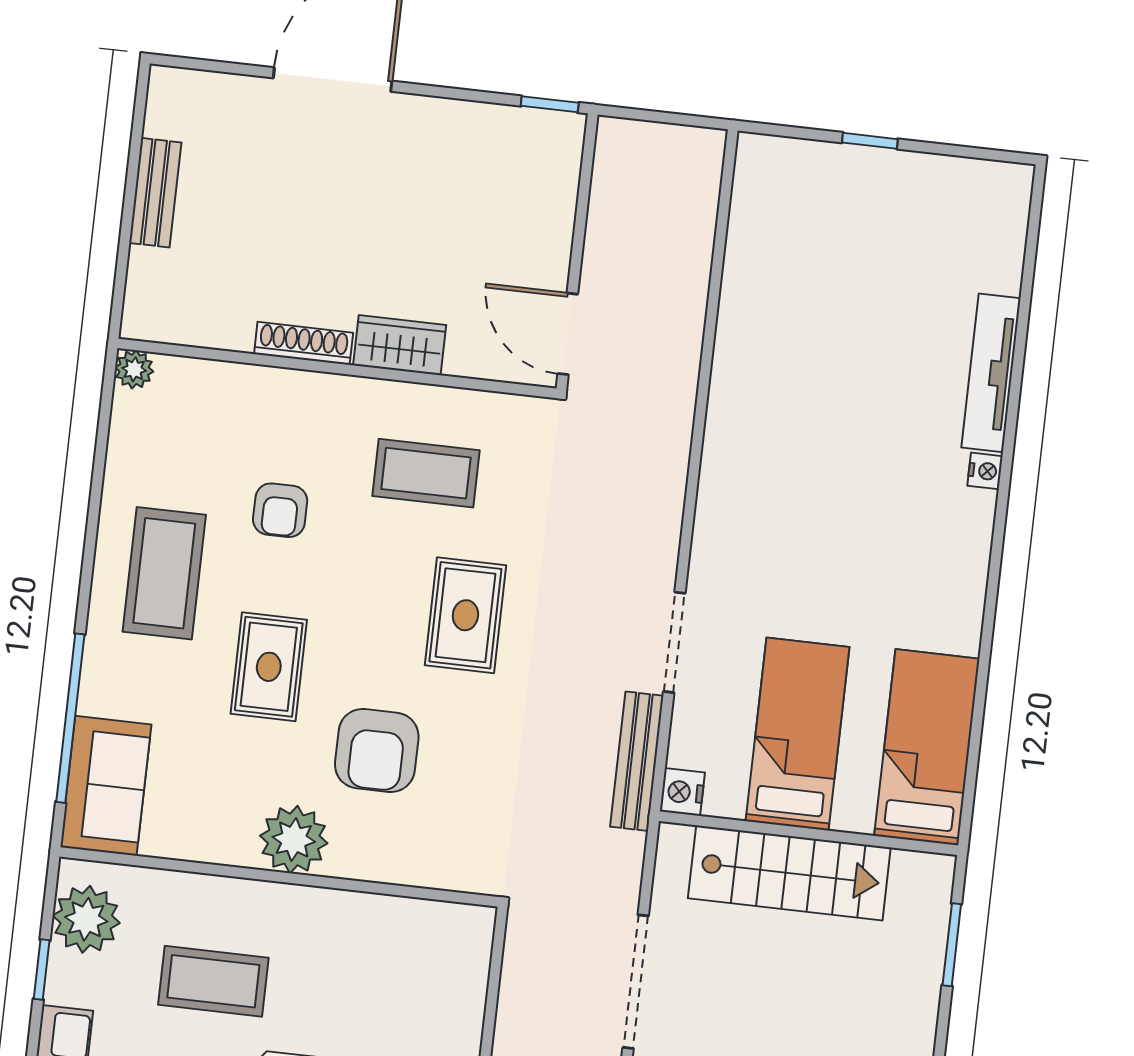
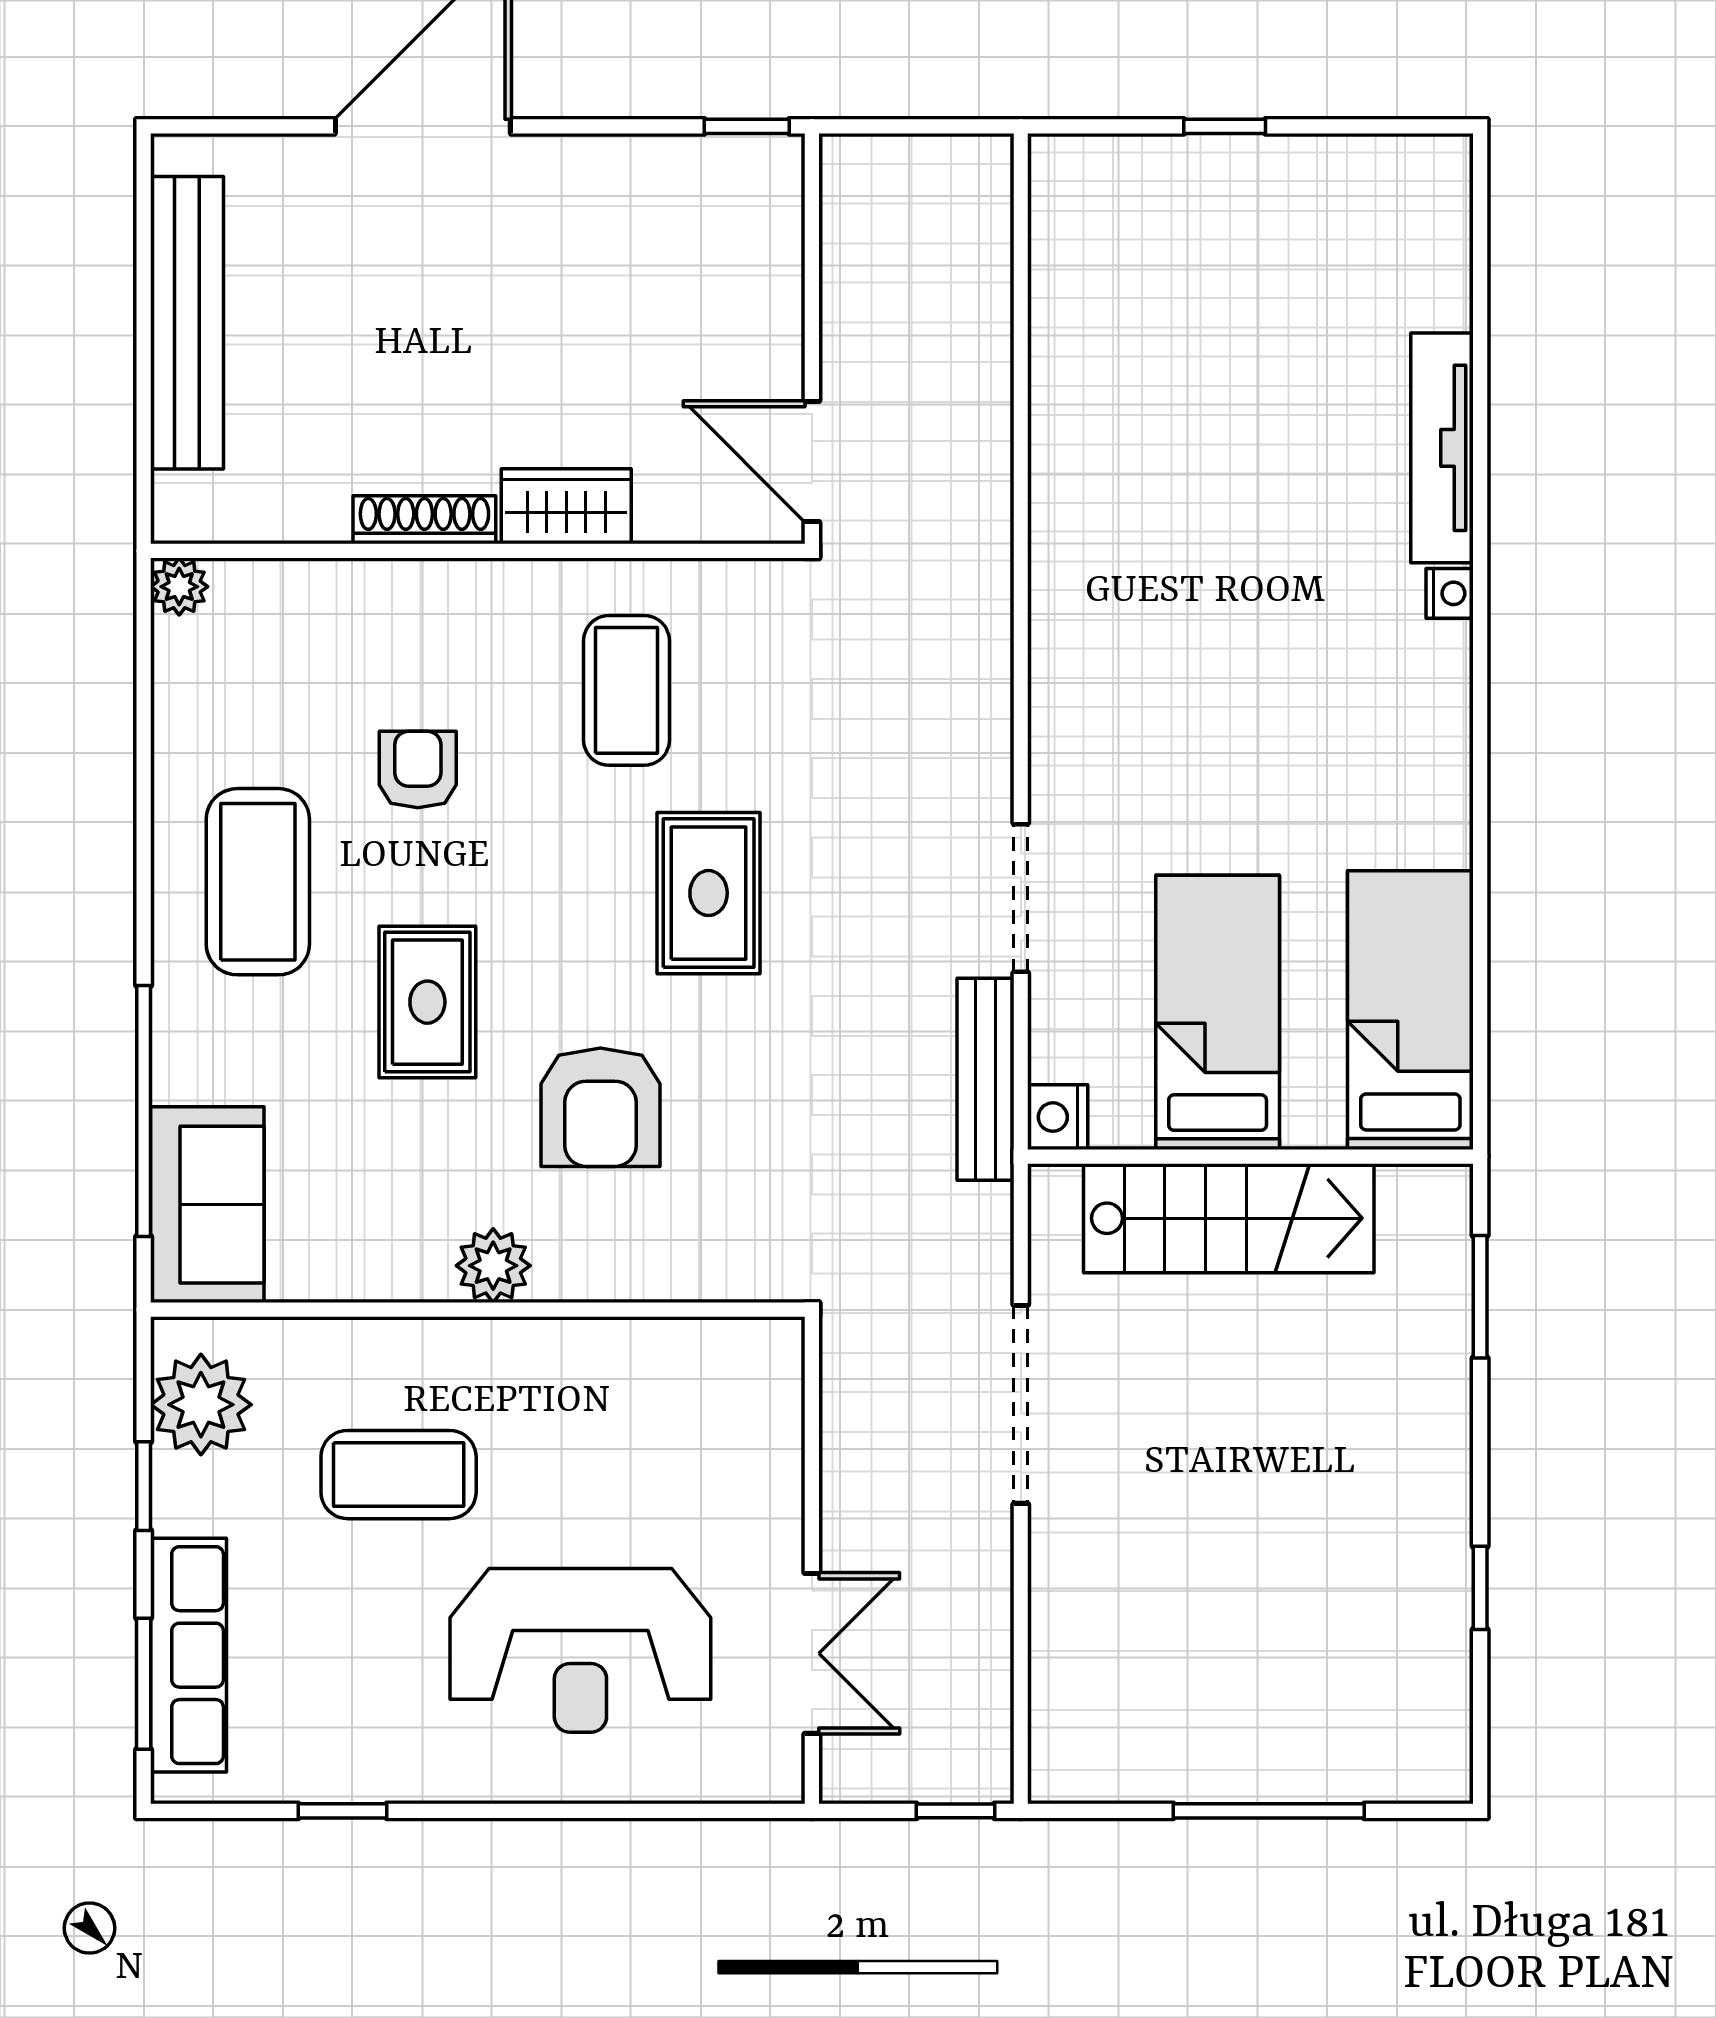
bench: (155, 193) -> (187, 323), width x1.86, depth x1.21
coffee table: (426, 473) -> (627, 690), turned 90
armchair: (280, 510) -> (418, 770), turned 180
plant: (294, 839) -> (493, 1266), width x0.73, depth x0.73

